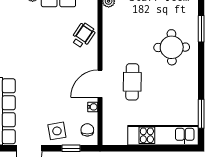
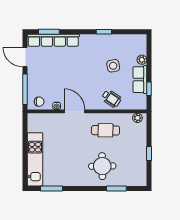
cafe table: (132, 82) -> (105, 130), moved
side table: (57, 131) -> (113, 66), moved
window: (71, 148) -> (25, 89), width x2.17

